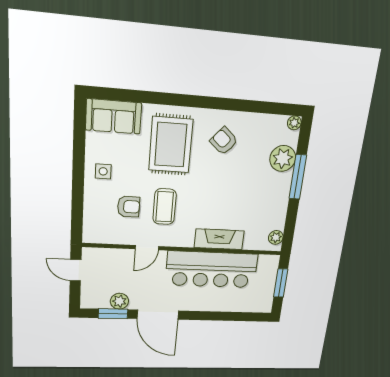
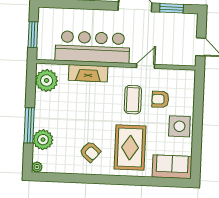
side table: (103, 171) -> (179, 126), width x1.87, depth x1.87
plant: (276, 237) -> (47, 80), width x1.87, depth x1.87
plant: (119, 301) -> (166, 19), removed

